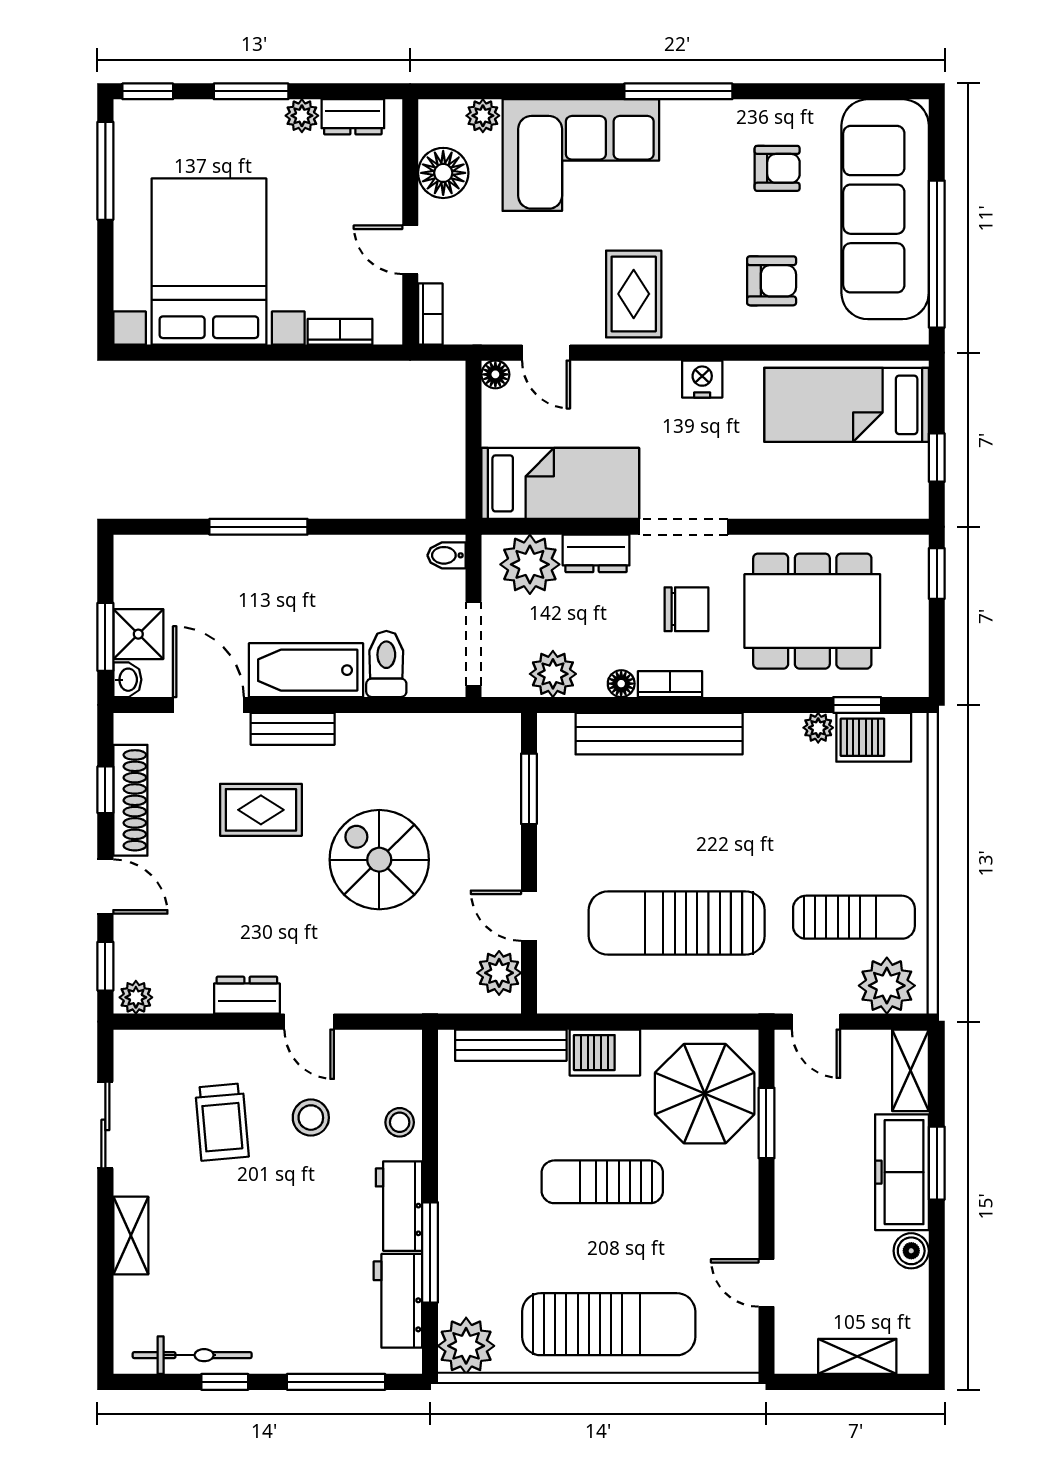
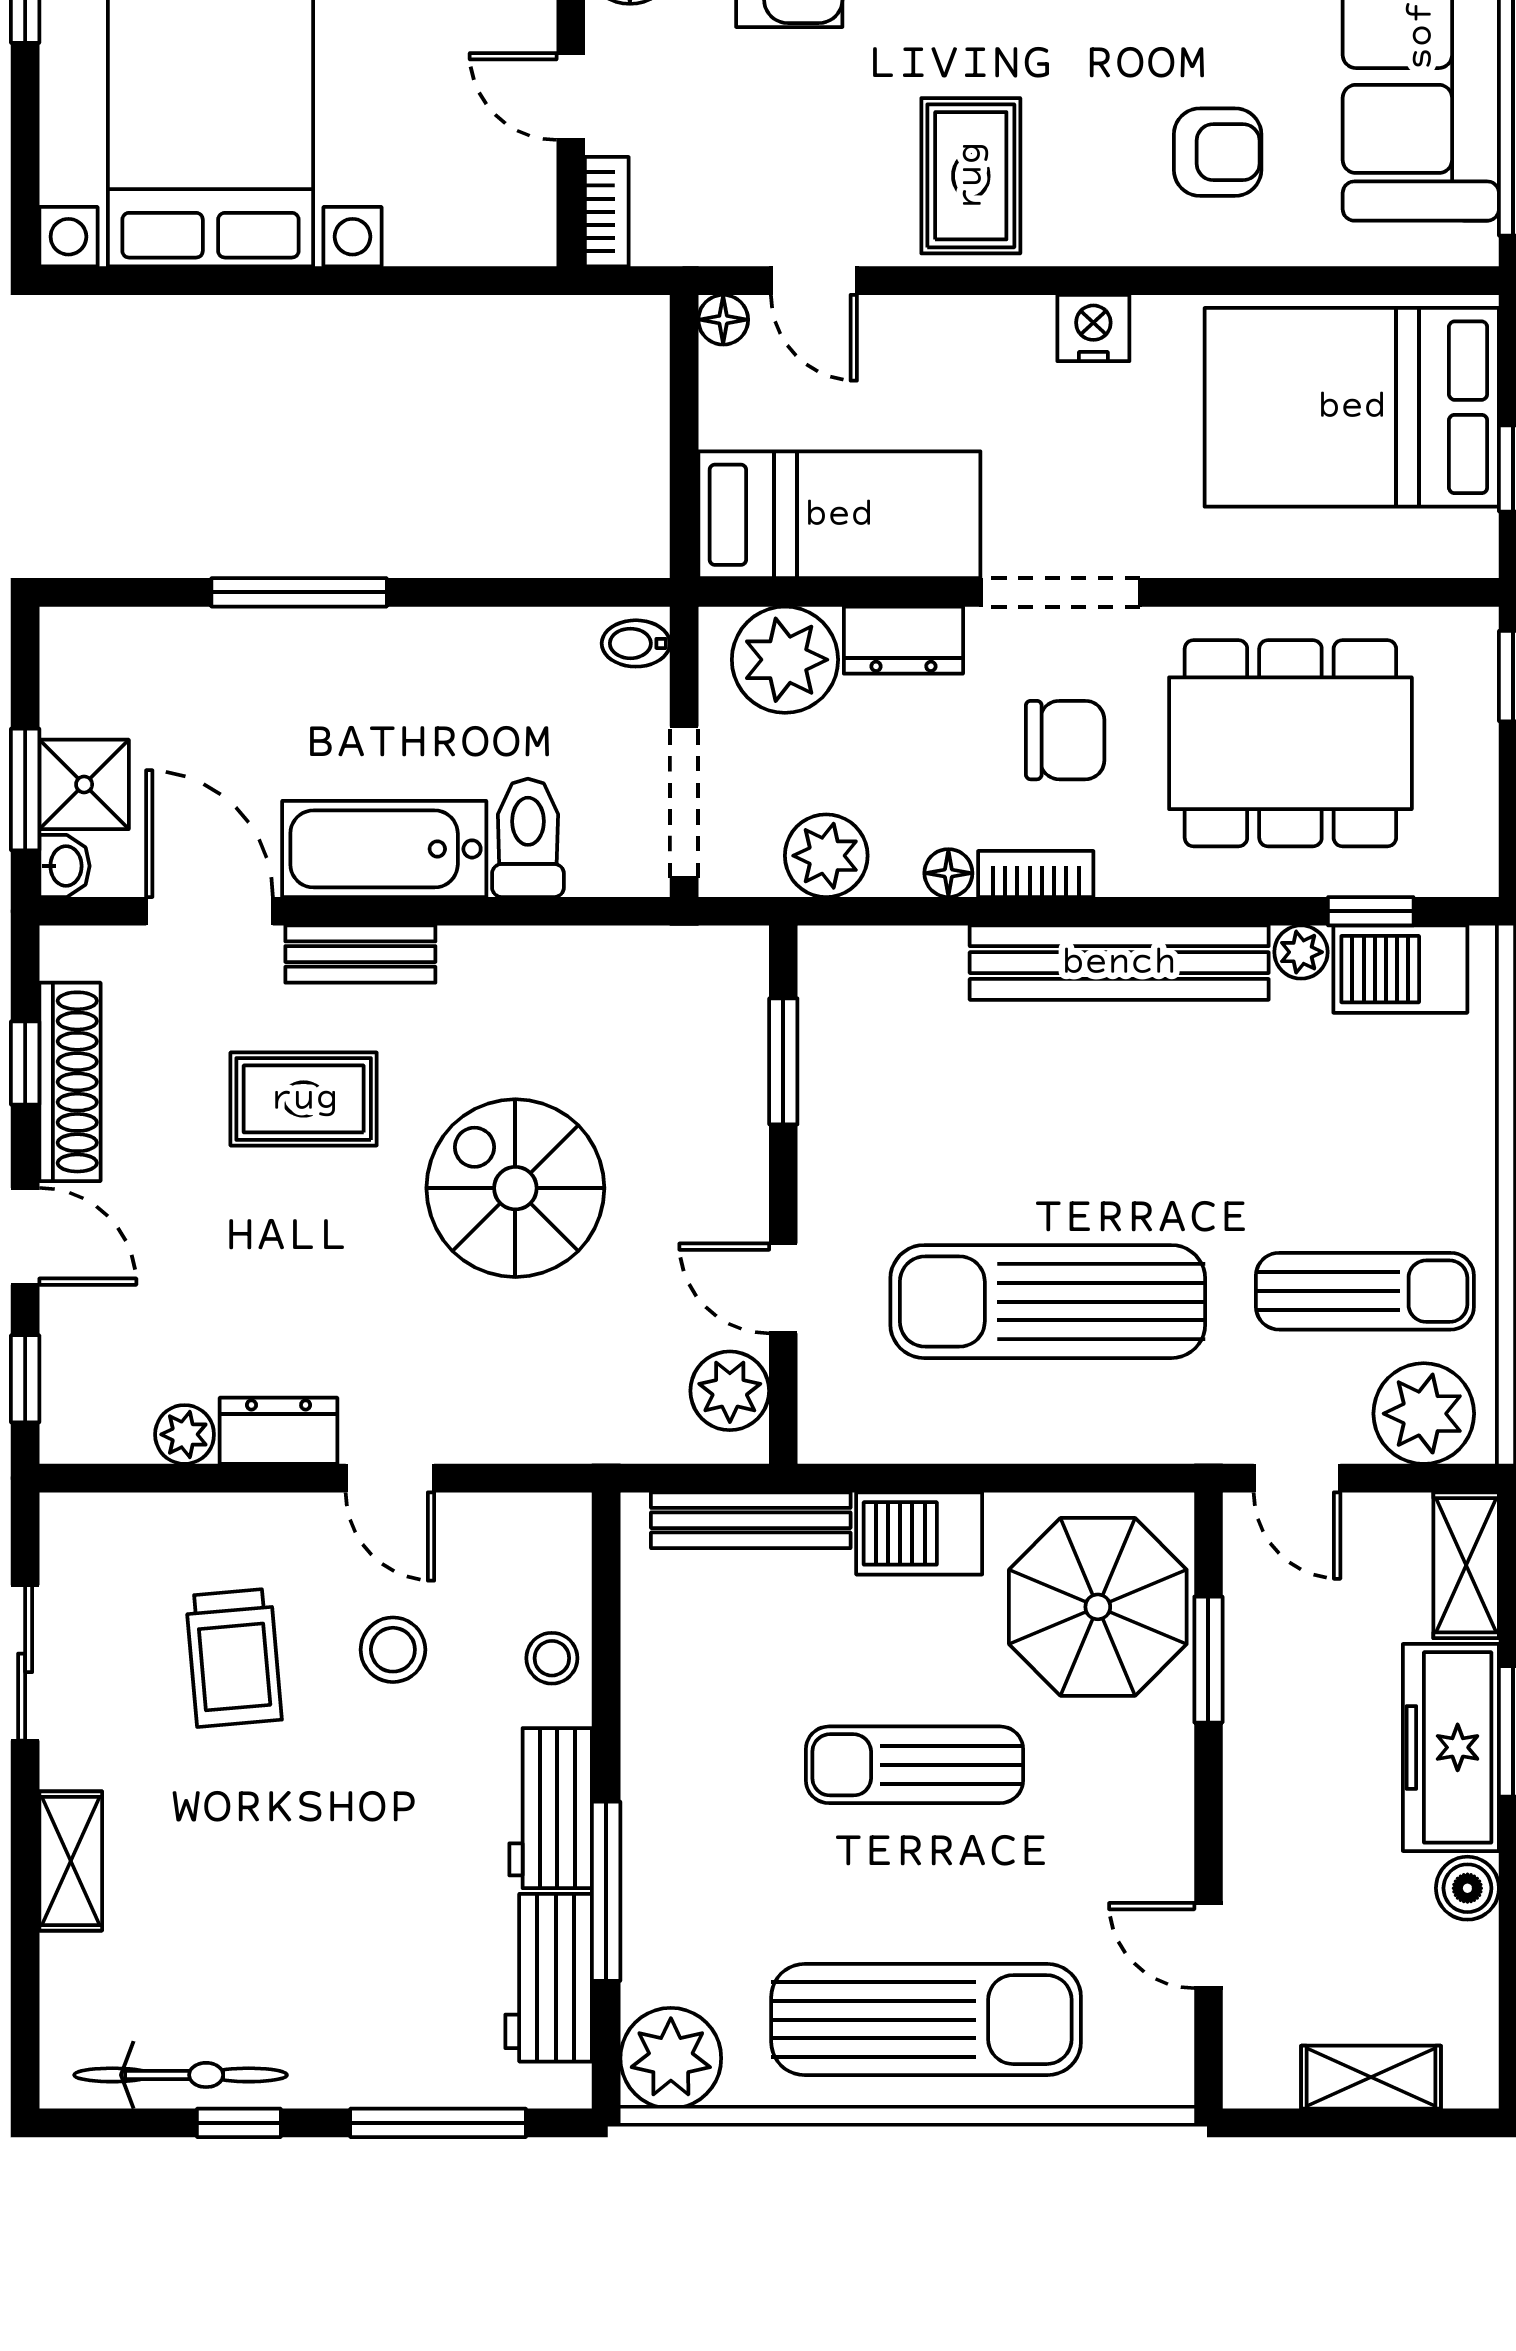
bookcase: (340, 332) -> (445, 243), removed
bed: (847, 405) -> (1352, 407), width x1.50
bench: (659, 734) -> (1119, 963), moved
plant: (136, 997) -> (185, 1434), moved

